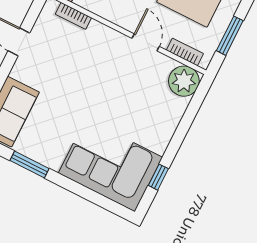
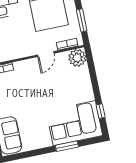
door: (146, 42) -> (46, 54), swing flipped
window: (29, 165) -> (67, 146), moved

